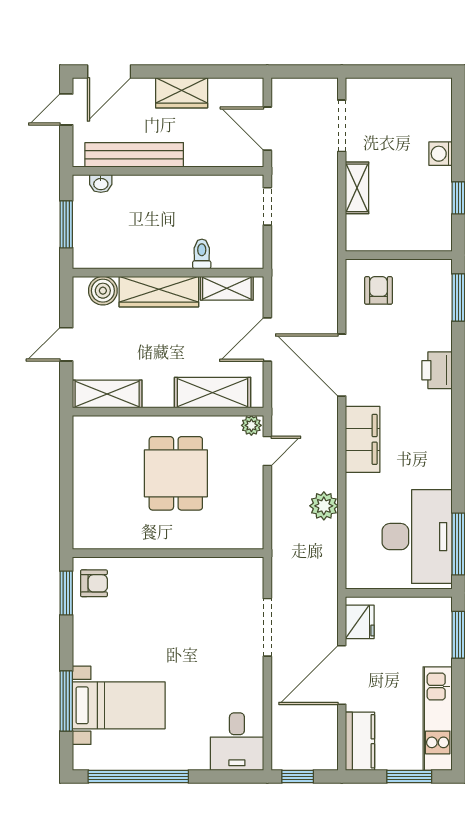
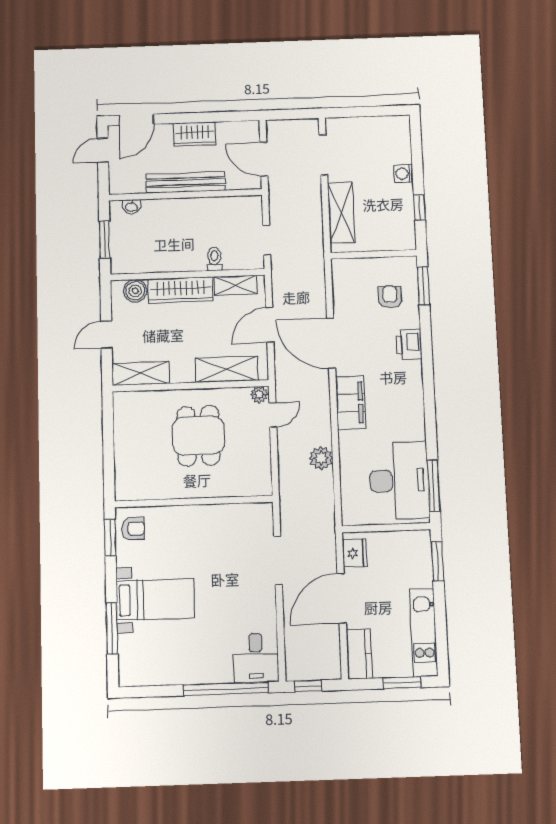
bench: (134, 155) -> (185, 182), moved
shelving: (357, 188) -> (341, 213), width x1.50, depth x1.33
doorway: (267, 206) -> (267, 240), moved
armchair: (378, 290) -> (390, 297), moved
bed with nightstands: (119, 705) -> (155, 599), moved
window: (138, 777) -> (226, 689), moved

